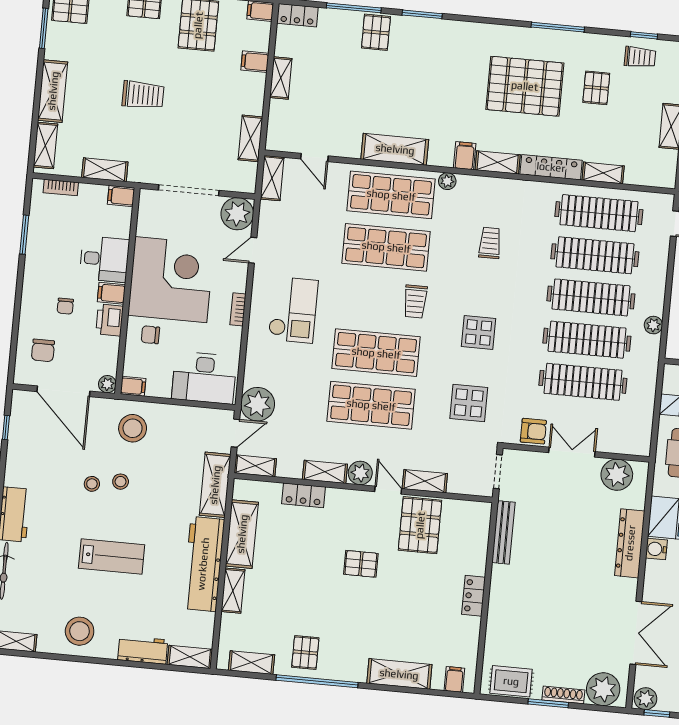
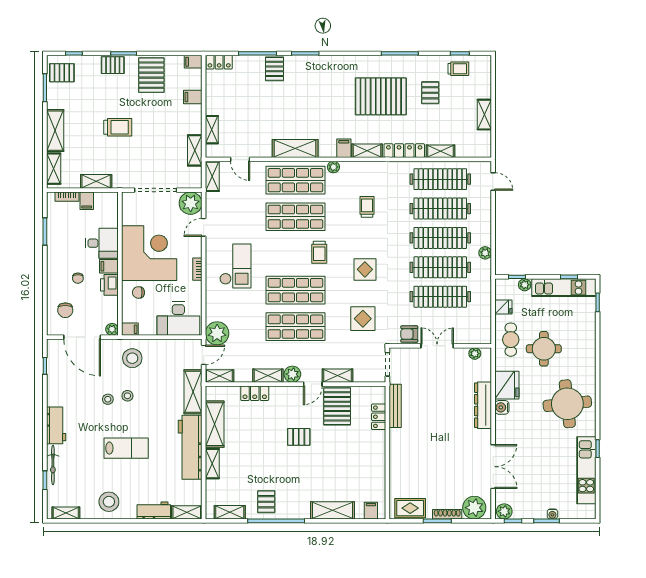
shelving: (281, 78) -> (212, 130), moved
filing cabinet: (121, 196) -> (87, 201), moved, turned -90
armchair: (533, 431) -> (409, 334), turned 180
plant: (617, 475) -> (475, 354), width x0.53, depth x0.53
door: (388, 490) -> (313, 384), swing flipped
locker: (474, 596) -> (379, 417), moved

